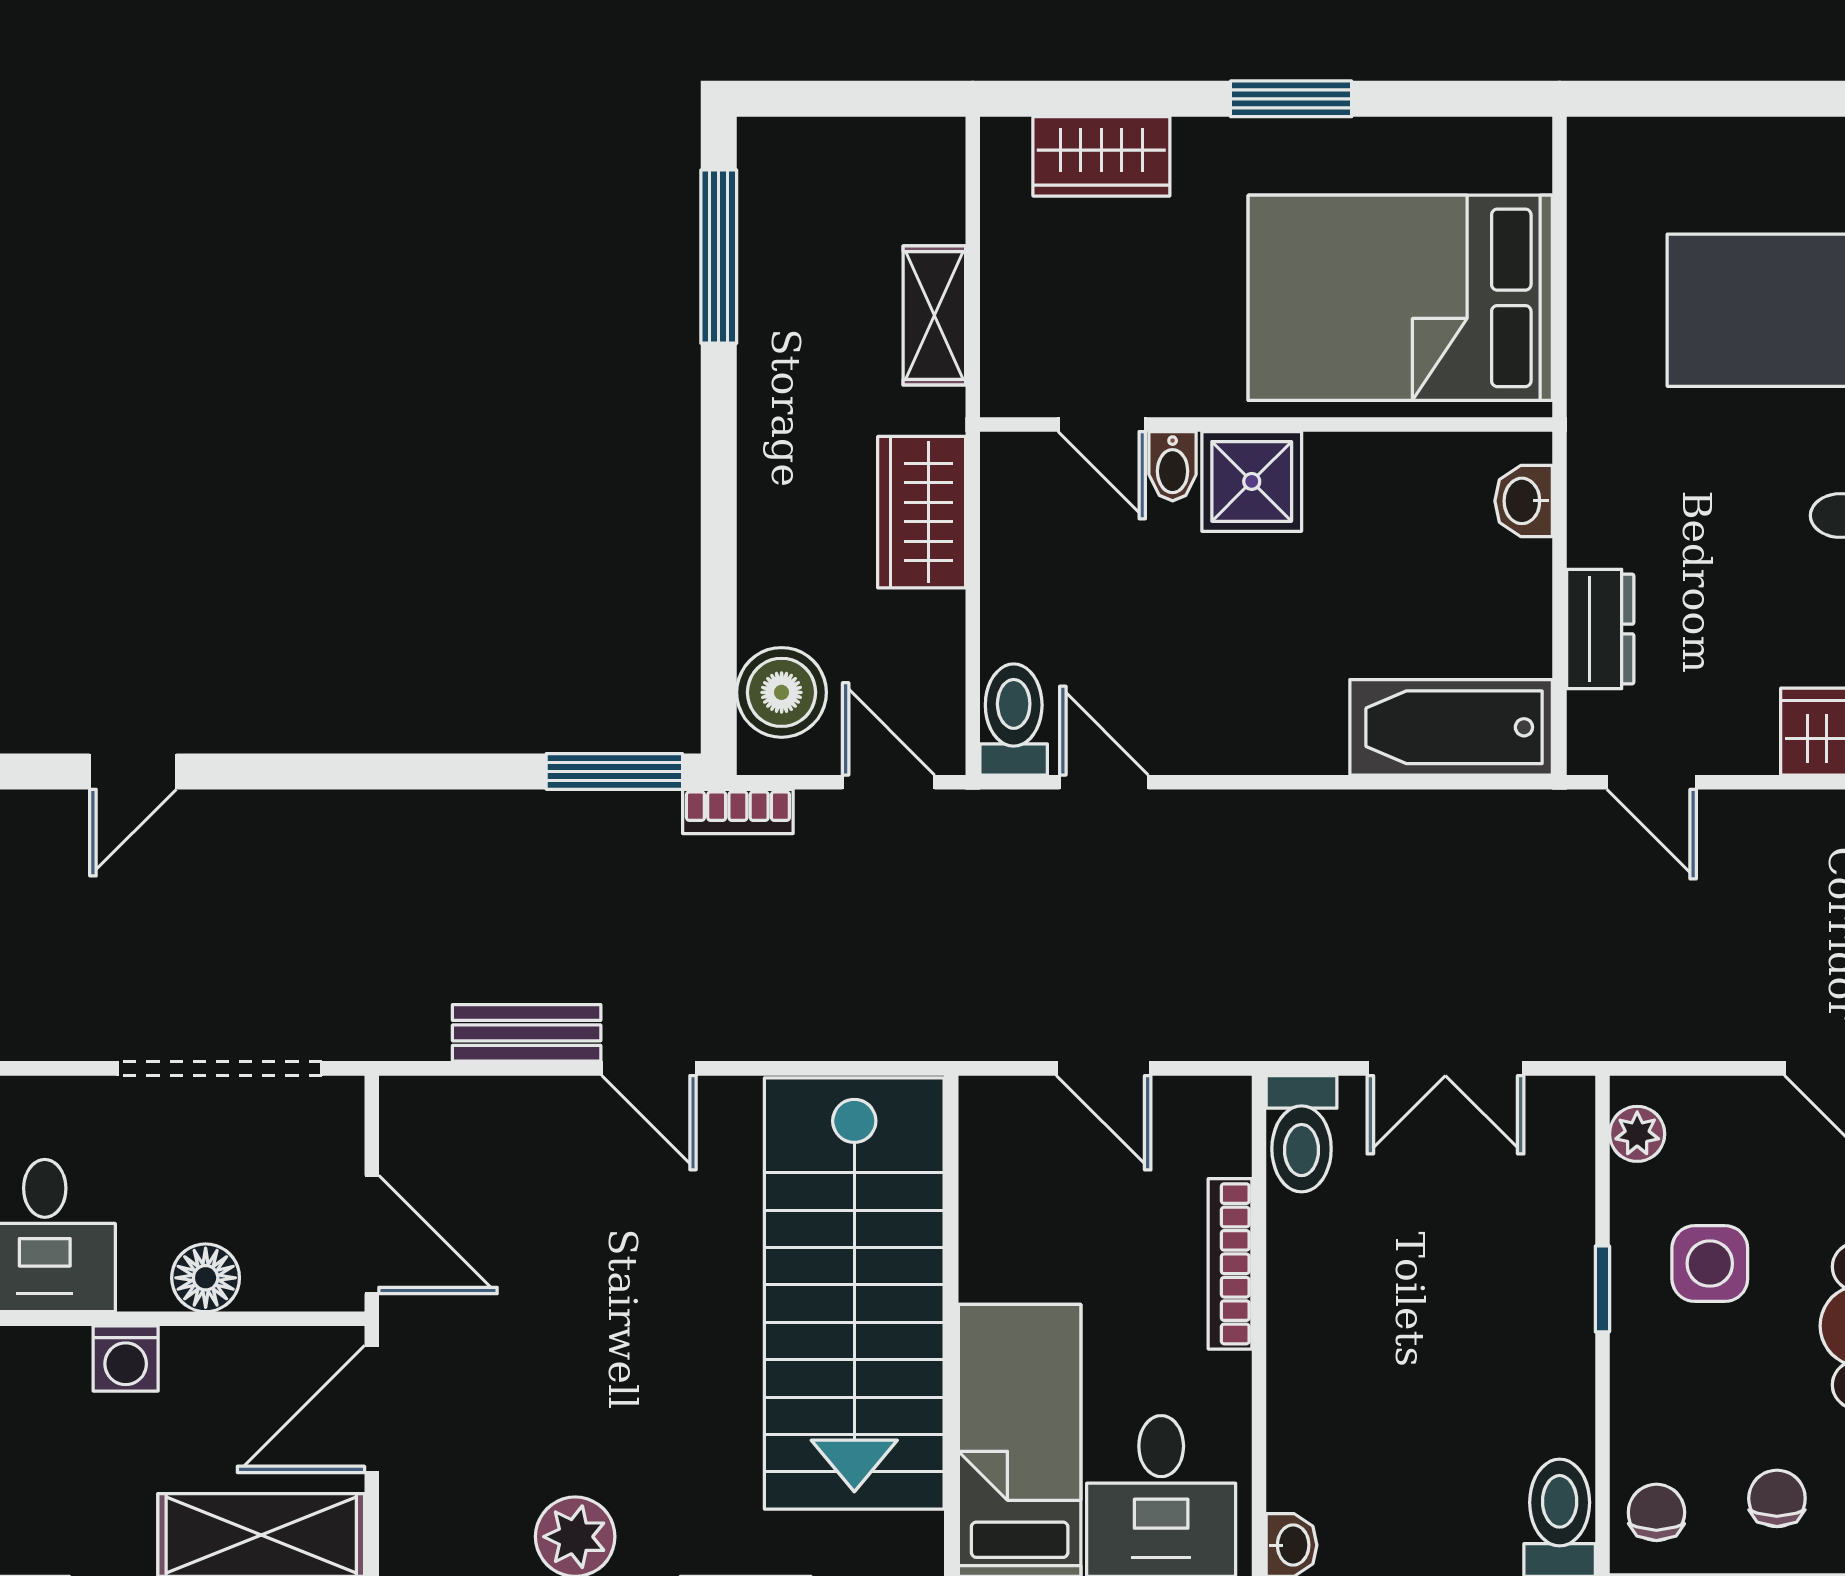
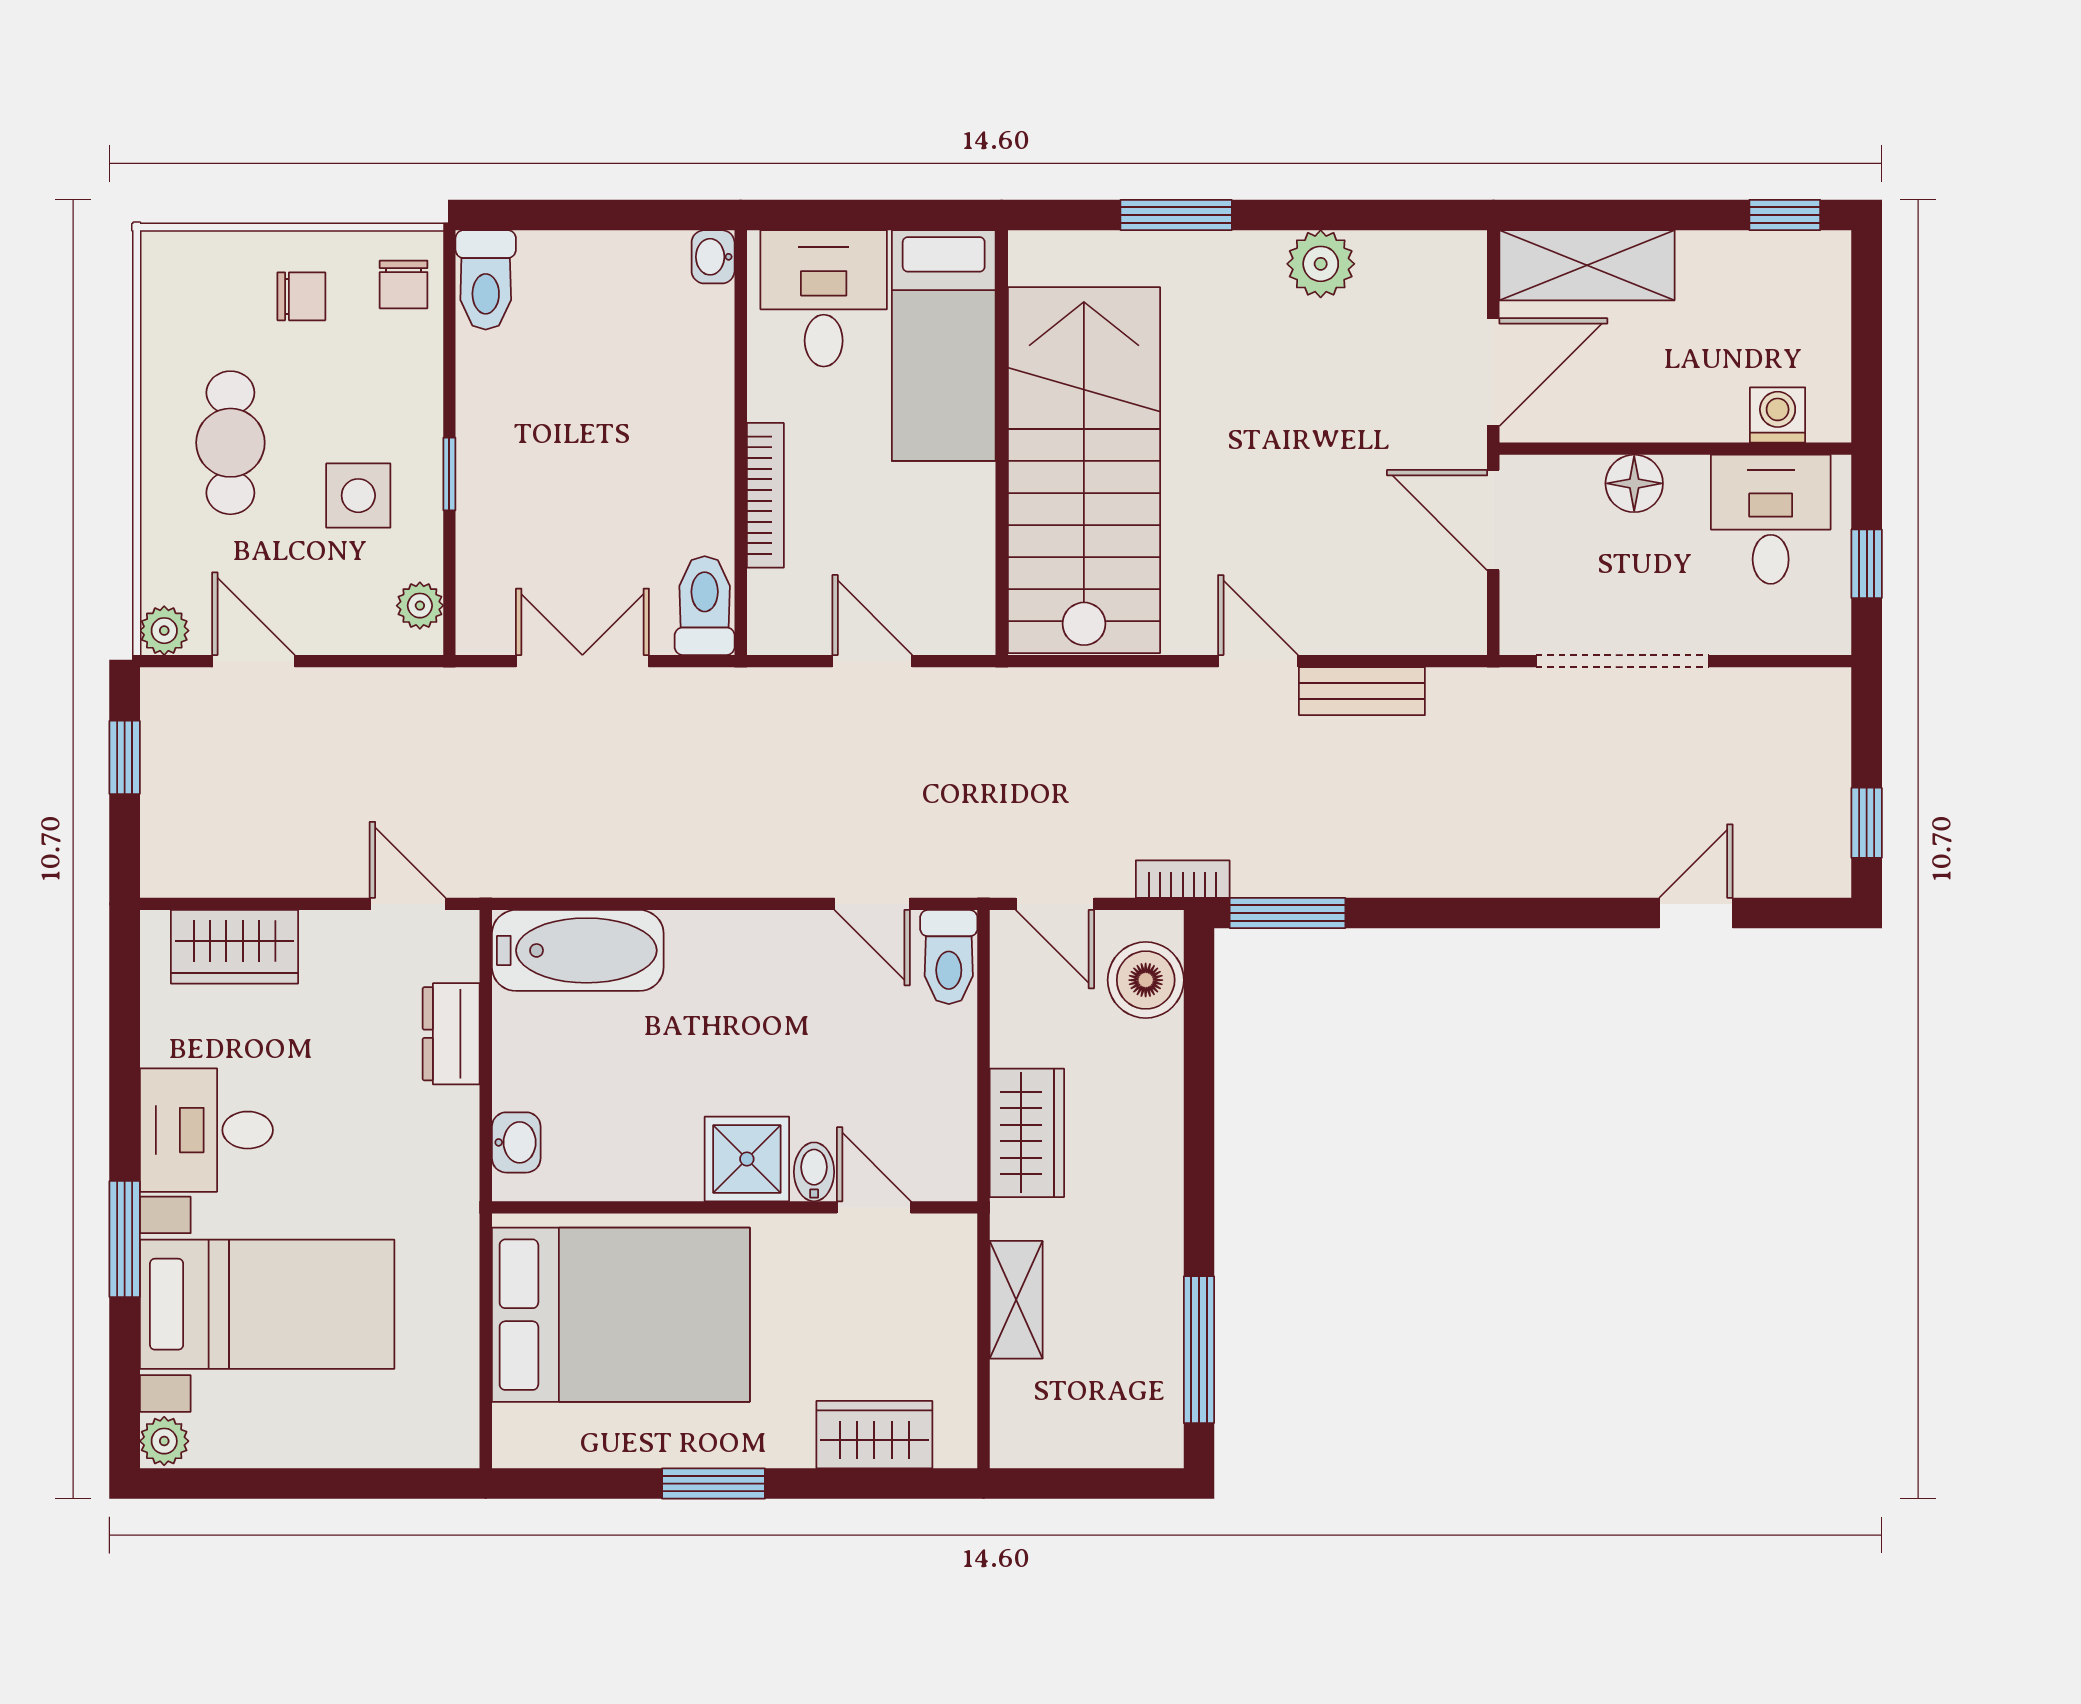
washing machine: (126, 1359) -> (1778, 415), moved
chair: (1777, 1498) -> (301, 296), turned -90

